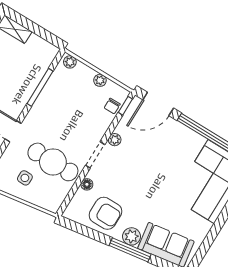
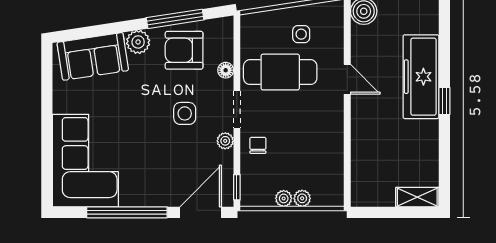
plant: (70, 62) -> (302, 198), moved
window: (40, 87) -> (347, 148), removed
chair: (112, 106) -> (258, 145), moved
side table: (130, 173) -> (185, 113), added
window: (130, 250) -> (175, 19), moved

